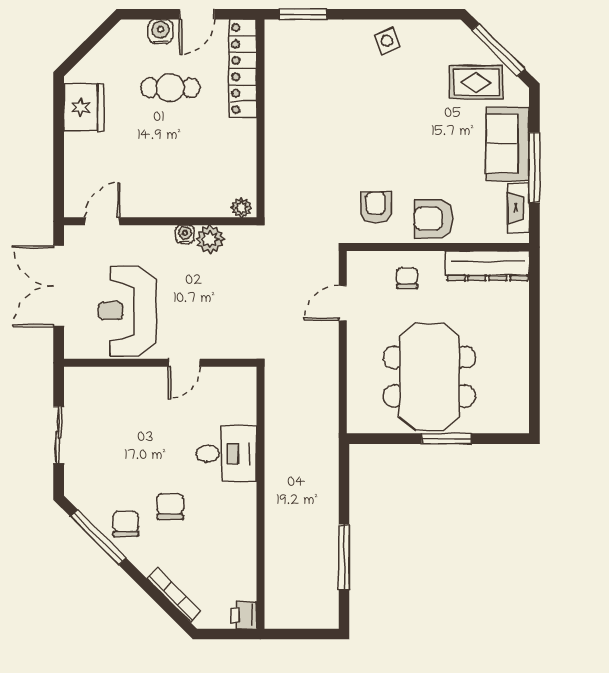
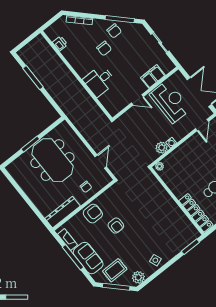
plant: (444, 34) -> (138, 277), added
armchair: (376, 207) -> (116, 226), moved
door: (184, 363) -> (137, 100), swing flipped
filing cabinet: (121, 383) -> (153, 76), added
printer: (244, 615) -> (60, 43), moved

